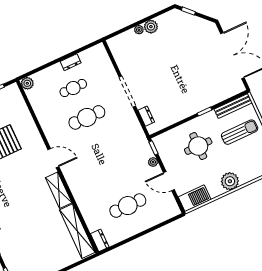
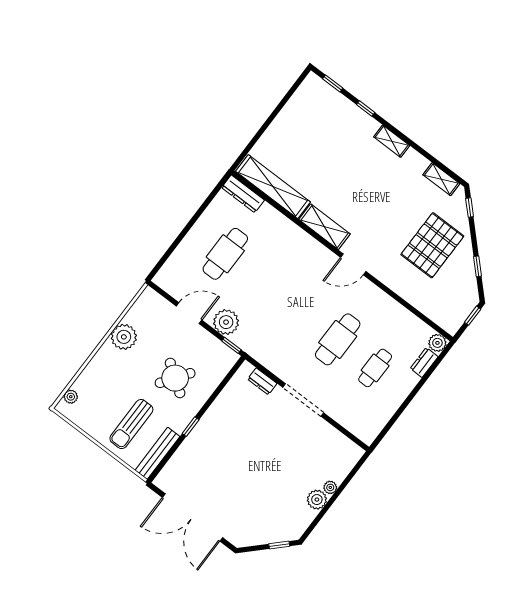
dresser: (71, 62) -> (424, 363), moved
round table: (198, 146) -> (175, 378), turned 35
plant: (153, 162) -> (226, 322), width x1.87, depth x1.87
plant: (230, 181) -> (124, 337), moved
barbecue: (195, 198) -> (144, 308), removed
dresser: (100, 240) -> (243, 194), width x1.44

